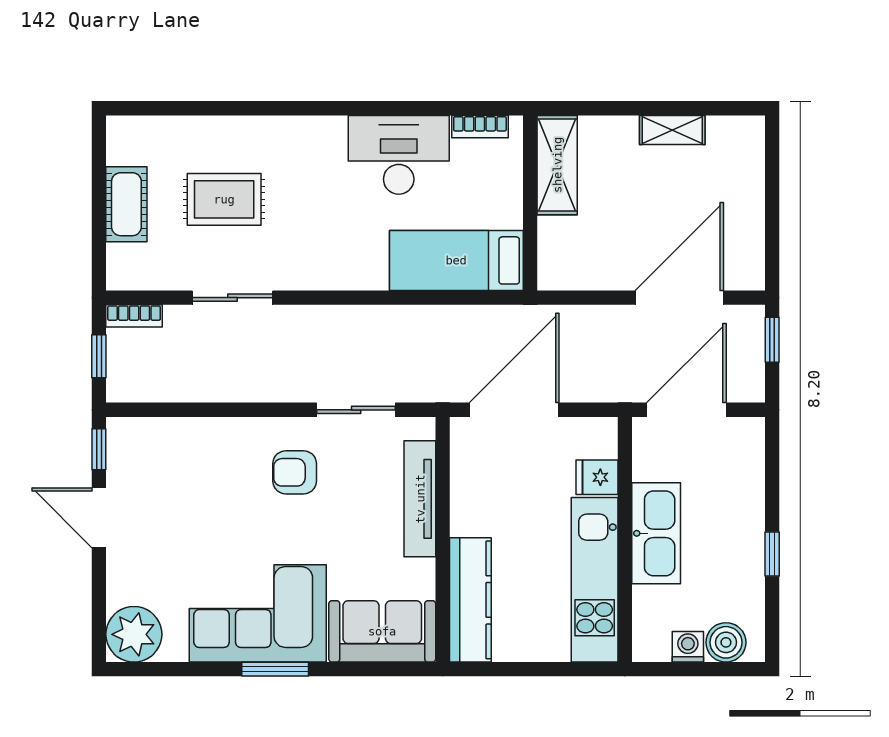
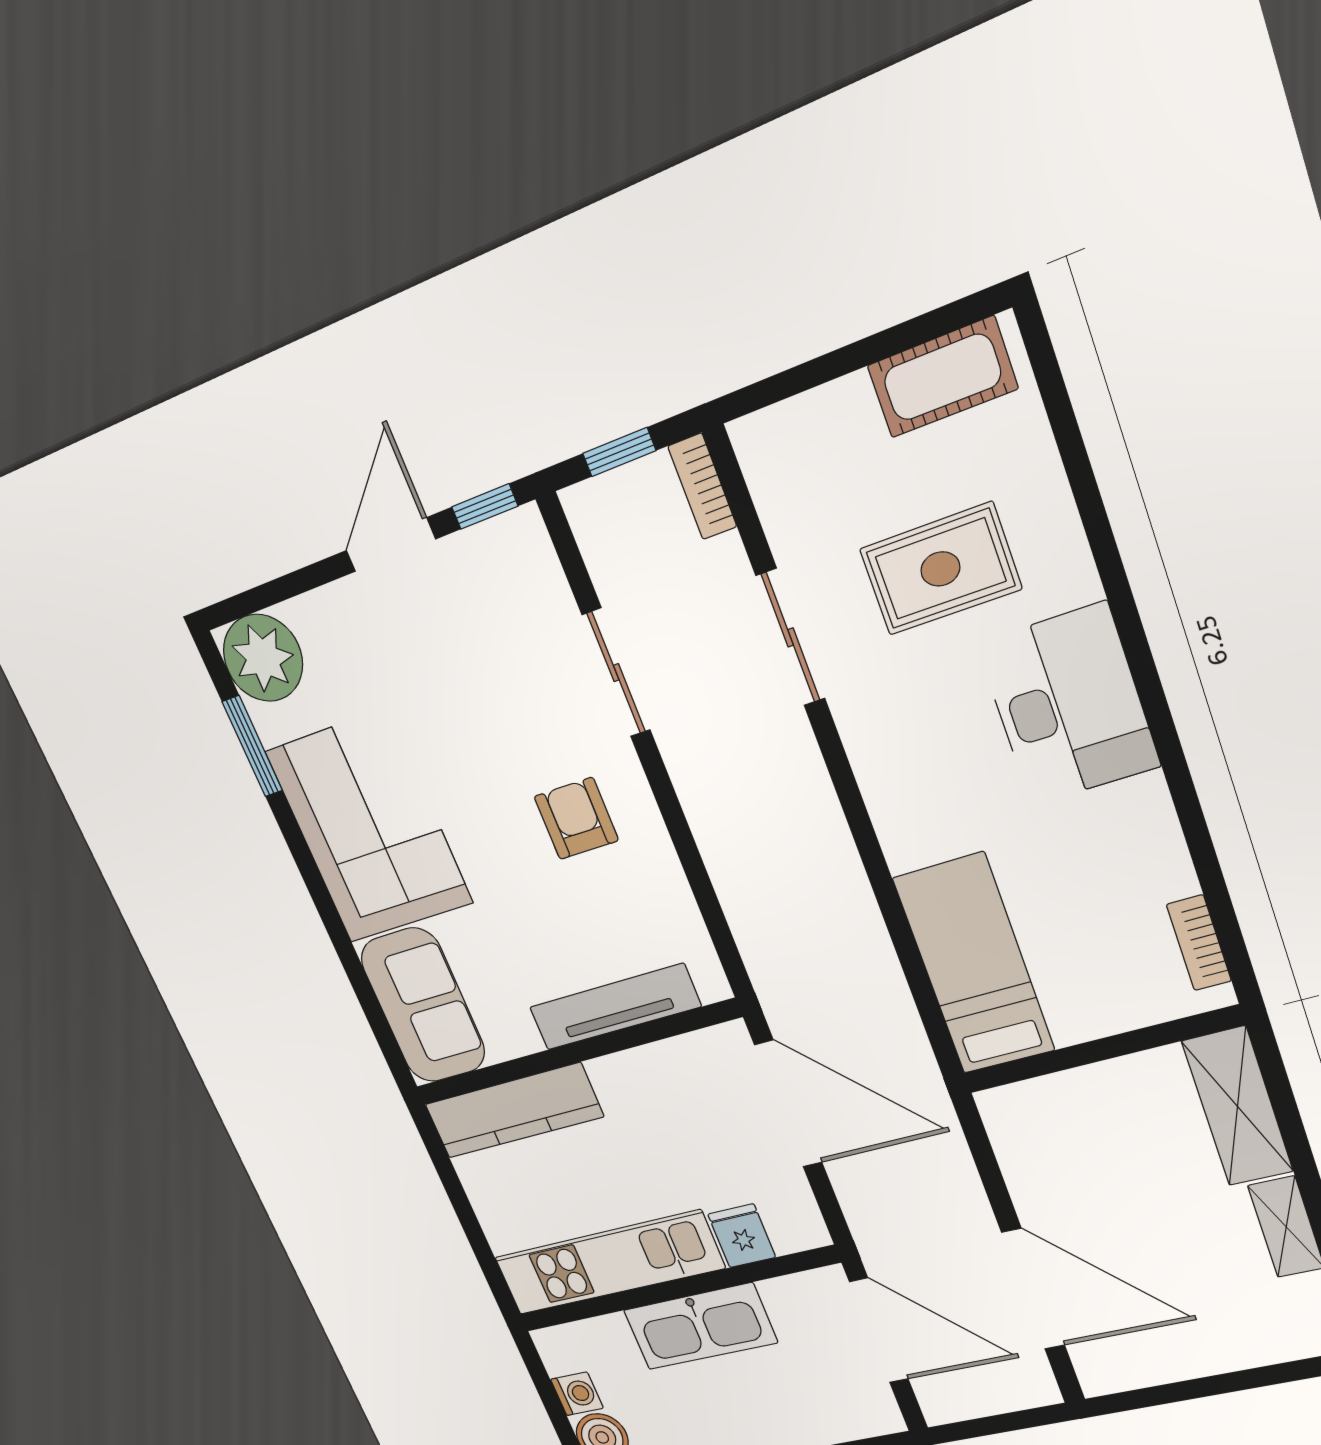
desk: (399, 155) -> (1068, 705), moved
shelving: (557, 165) -> (1237, 1106), moved, turned 90
rug: (224, 199) -> (940, 569), turned 90
cot: (126, 204) -> (942, 377), moved
window: (772, 340) -> (1018, 1420), removed
sliding door: (356, 410) -> (616, 673), moved
window: (275, 669) -> (252, 746), moved

